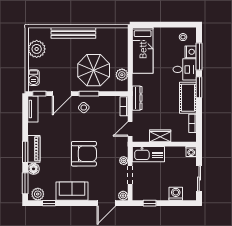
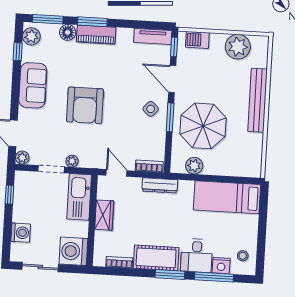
washing machine: (191, 151) -> (73, 251), width x1.89, depth x1.89

